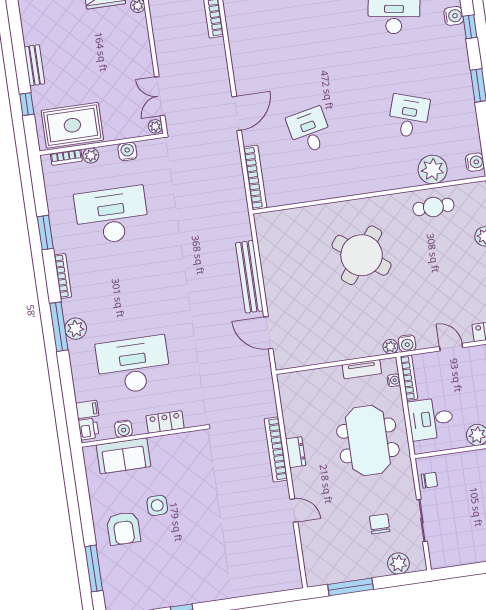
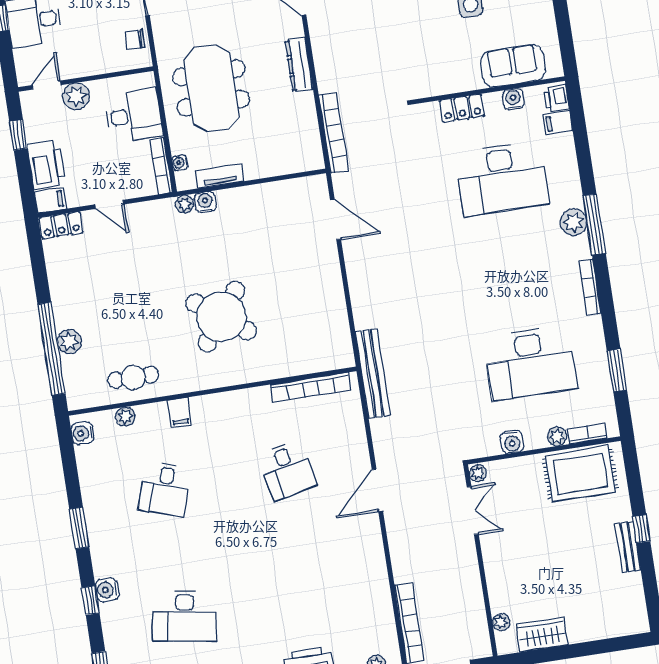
water cooler: (454, 16) -> (107, 590), moved
window: (27, 104) -> (641, 529), moved
plant: (433, 170) -> (125, 417), width x0.53, depth x0.53
bookcase: (255, 178) -> (311, 387), moved, turned -90
filing cabinet: (396, 178) -> (179, 412), added
window: (45, 233) -> (617, 370), moved
bench: (249, 277) -> (373, 373), moved
water cooler: (407, 343) -> (205, 202), moved
bookcase: (276, 449) -> (334, 133), moved
dresser: (296, 452) -> (299, 65), width x1.44

